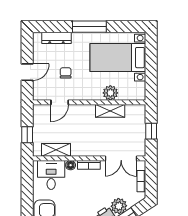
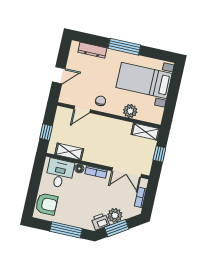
chair: (66, 73) -> (101, 101), moved
shelving: (110, 111) -> (145, 132), moved

